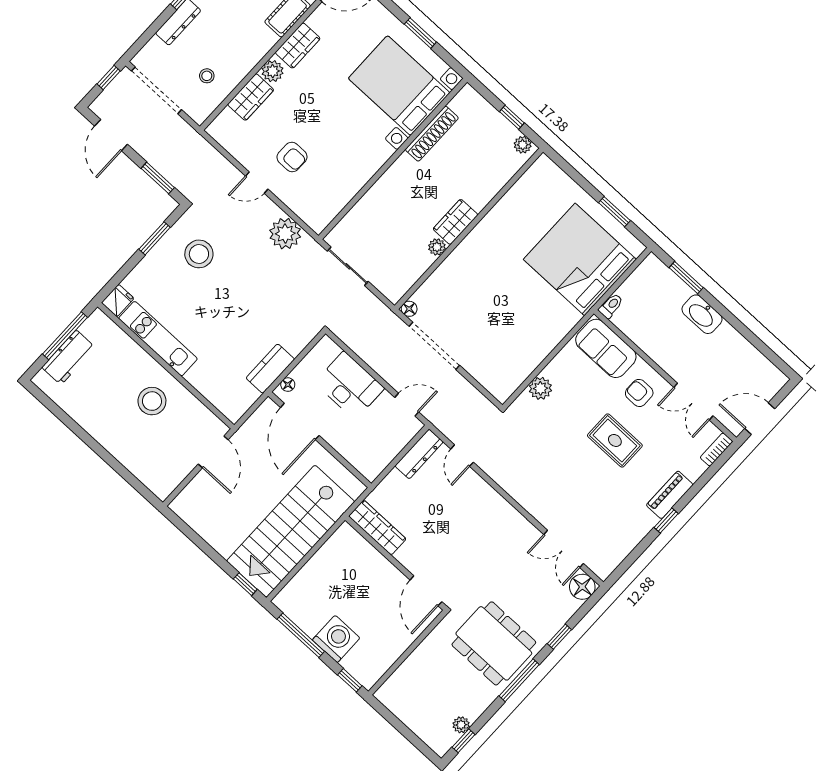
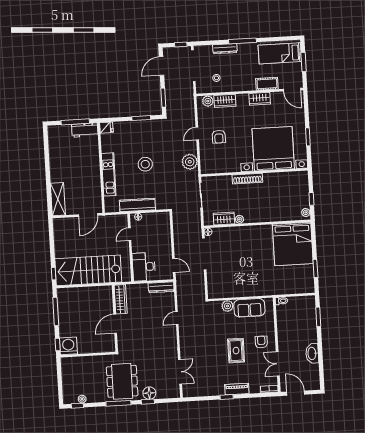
plant: (273, 71) -> (208, 101), moved
bed with nightstands: (399, 86) -> (273, 149), width x1.36
shoe rack: (432, 134) -> (247, 179), moved
door: (257, 183) -> (197, 134), hinge flipped
wardrobe: (455, 222) -> (224, 219), moved
stool: (199, 254) -> (145, 164), moved
bed: (580, 259) -> (293, 244), moved, turned 180
washbasin: (702, 314) -> (312, 353), moved
kitchen unit: (158, 339) -> (109, 174), moved
sofa: (606, 348) -> (249, 308), moved, turned -90
workbench: (69, 357) -> (85, 130), moved
kitchen counter: (270, 369) -> (137, 205), width x1.50
desk: (349, 385) -> (144, 267), moved, turned 180
stool: (152, 401) -> (84, 176), removed
door: (300, 421) -> (130, 234), width x0.53
door: (462, 456) -> (177, 318), moved
shelving: (148, 471) -> (58, 199), added
double door: (564, 549) -> (180, 372), swing flipped
floor lamp: (582, 587) -> (149, 393), moved
door: (426, 591) -> (115, 324), moved
washing machine: (336, 639) -> (68, 346), moved, turned -90

